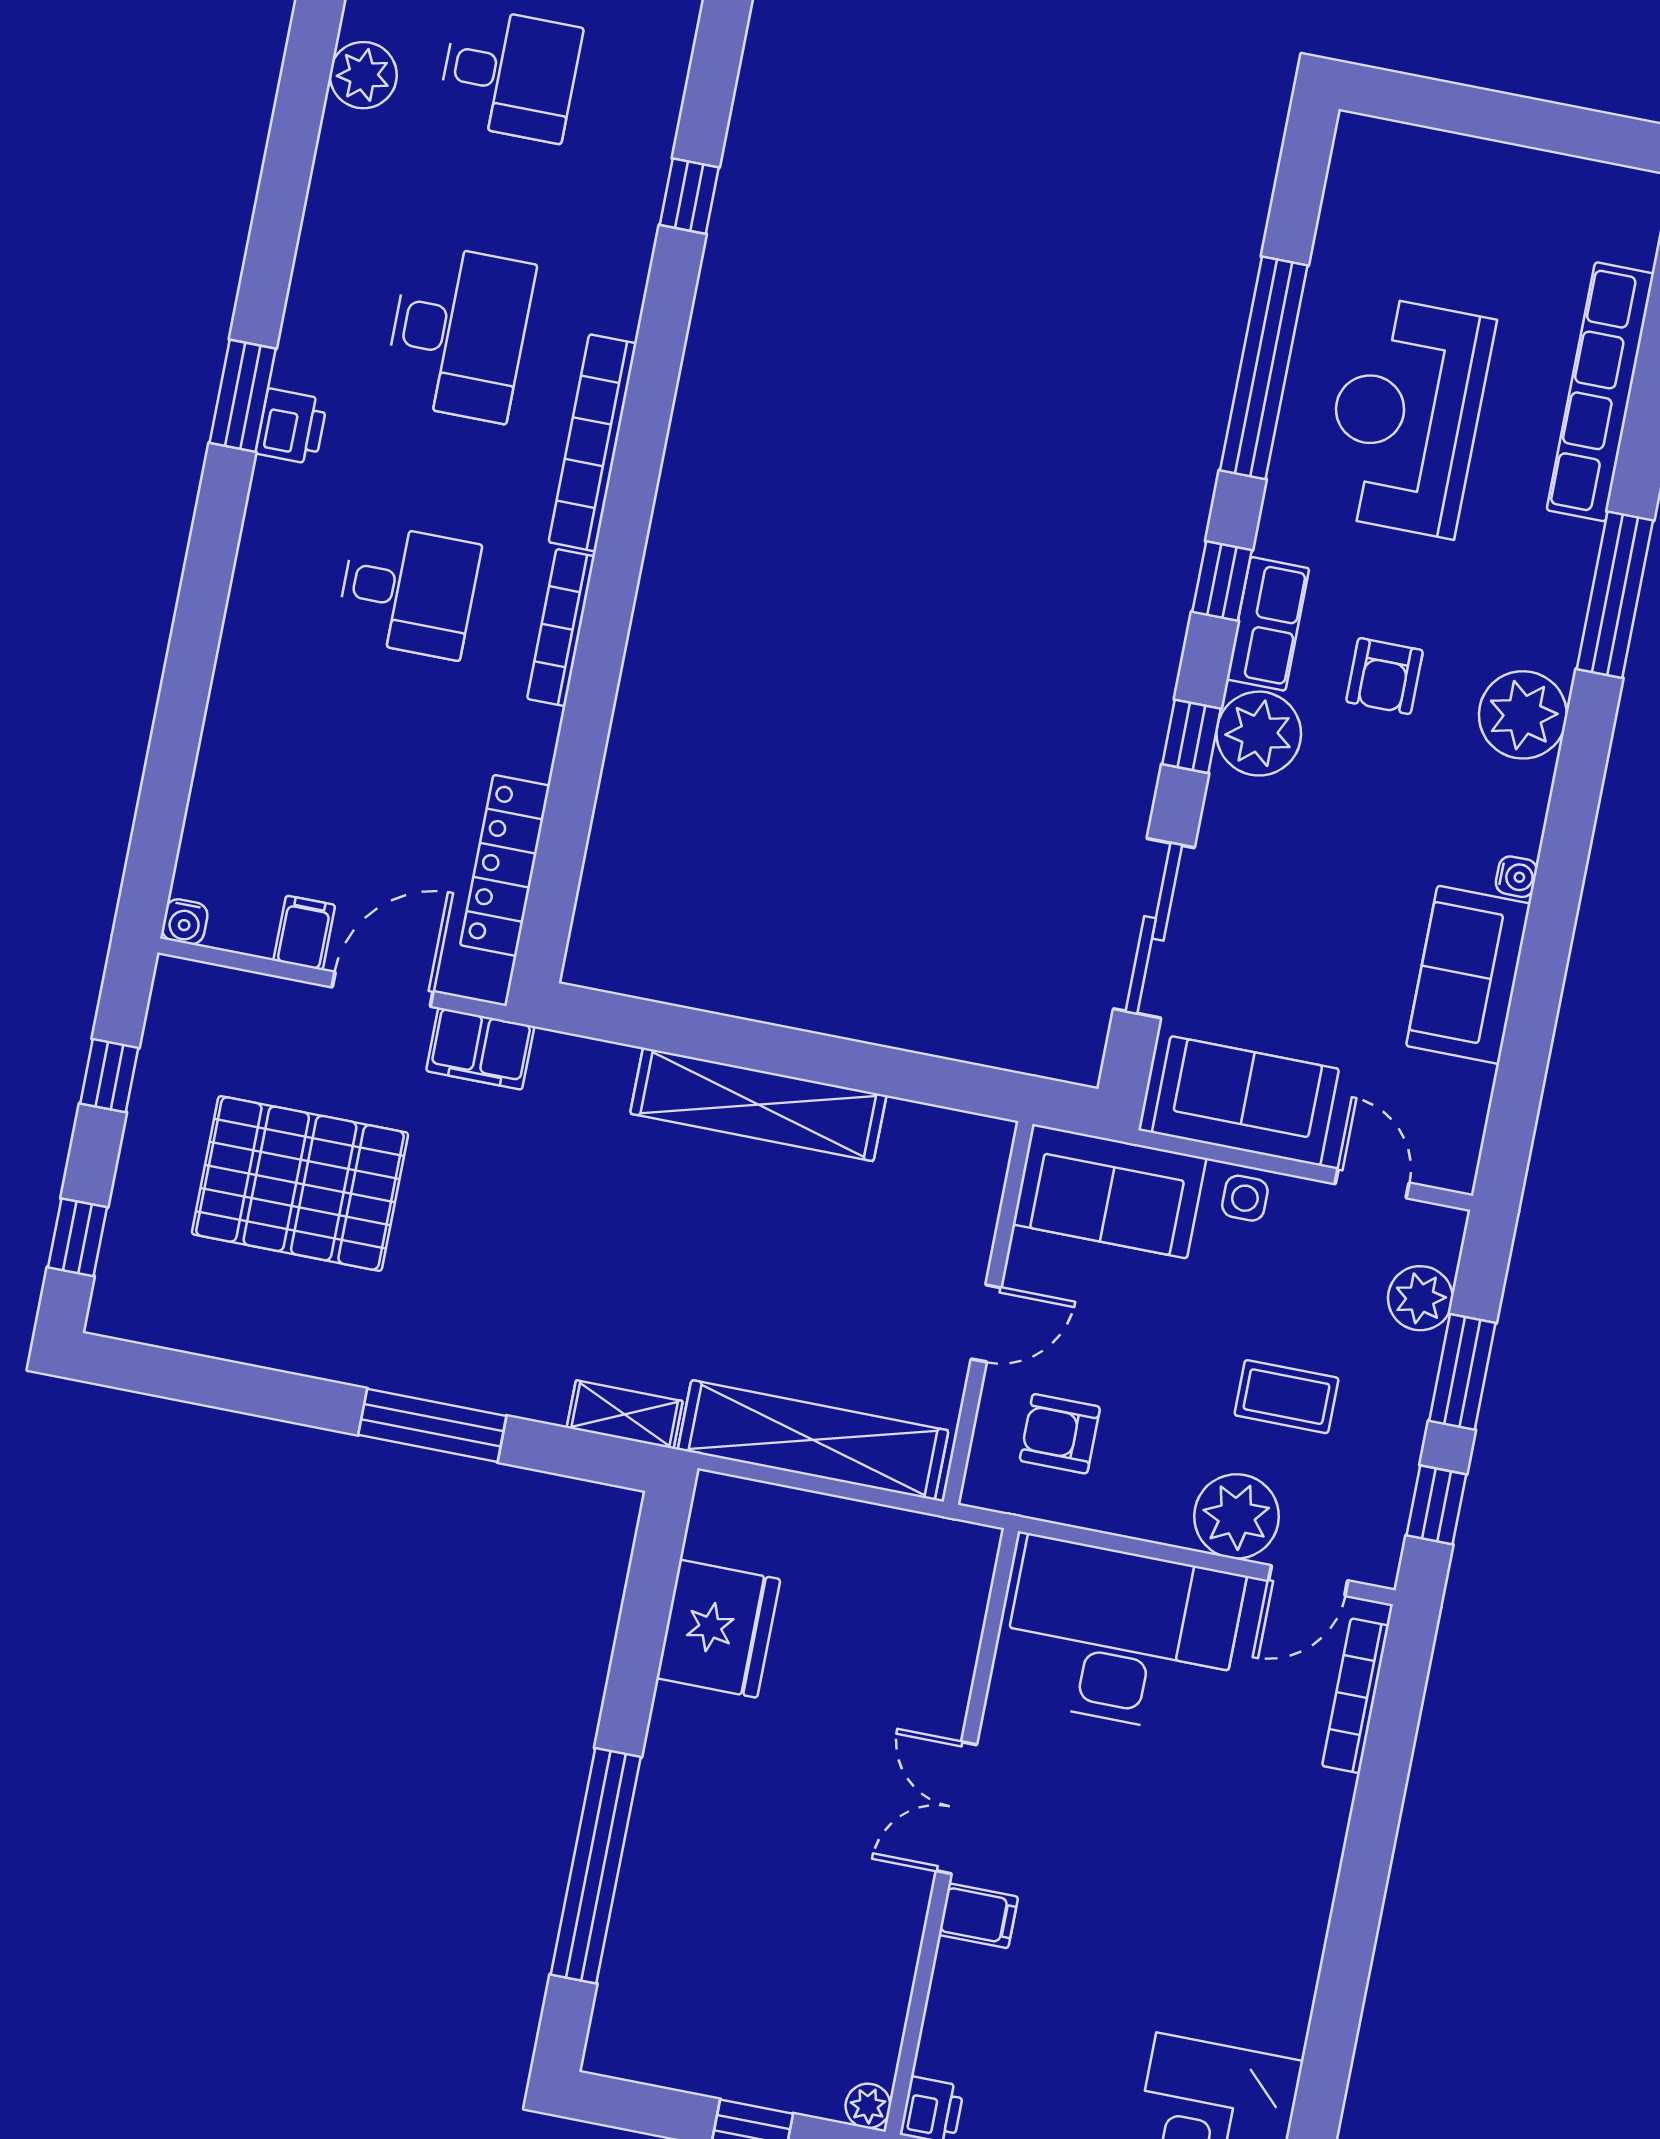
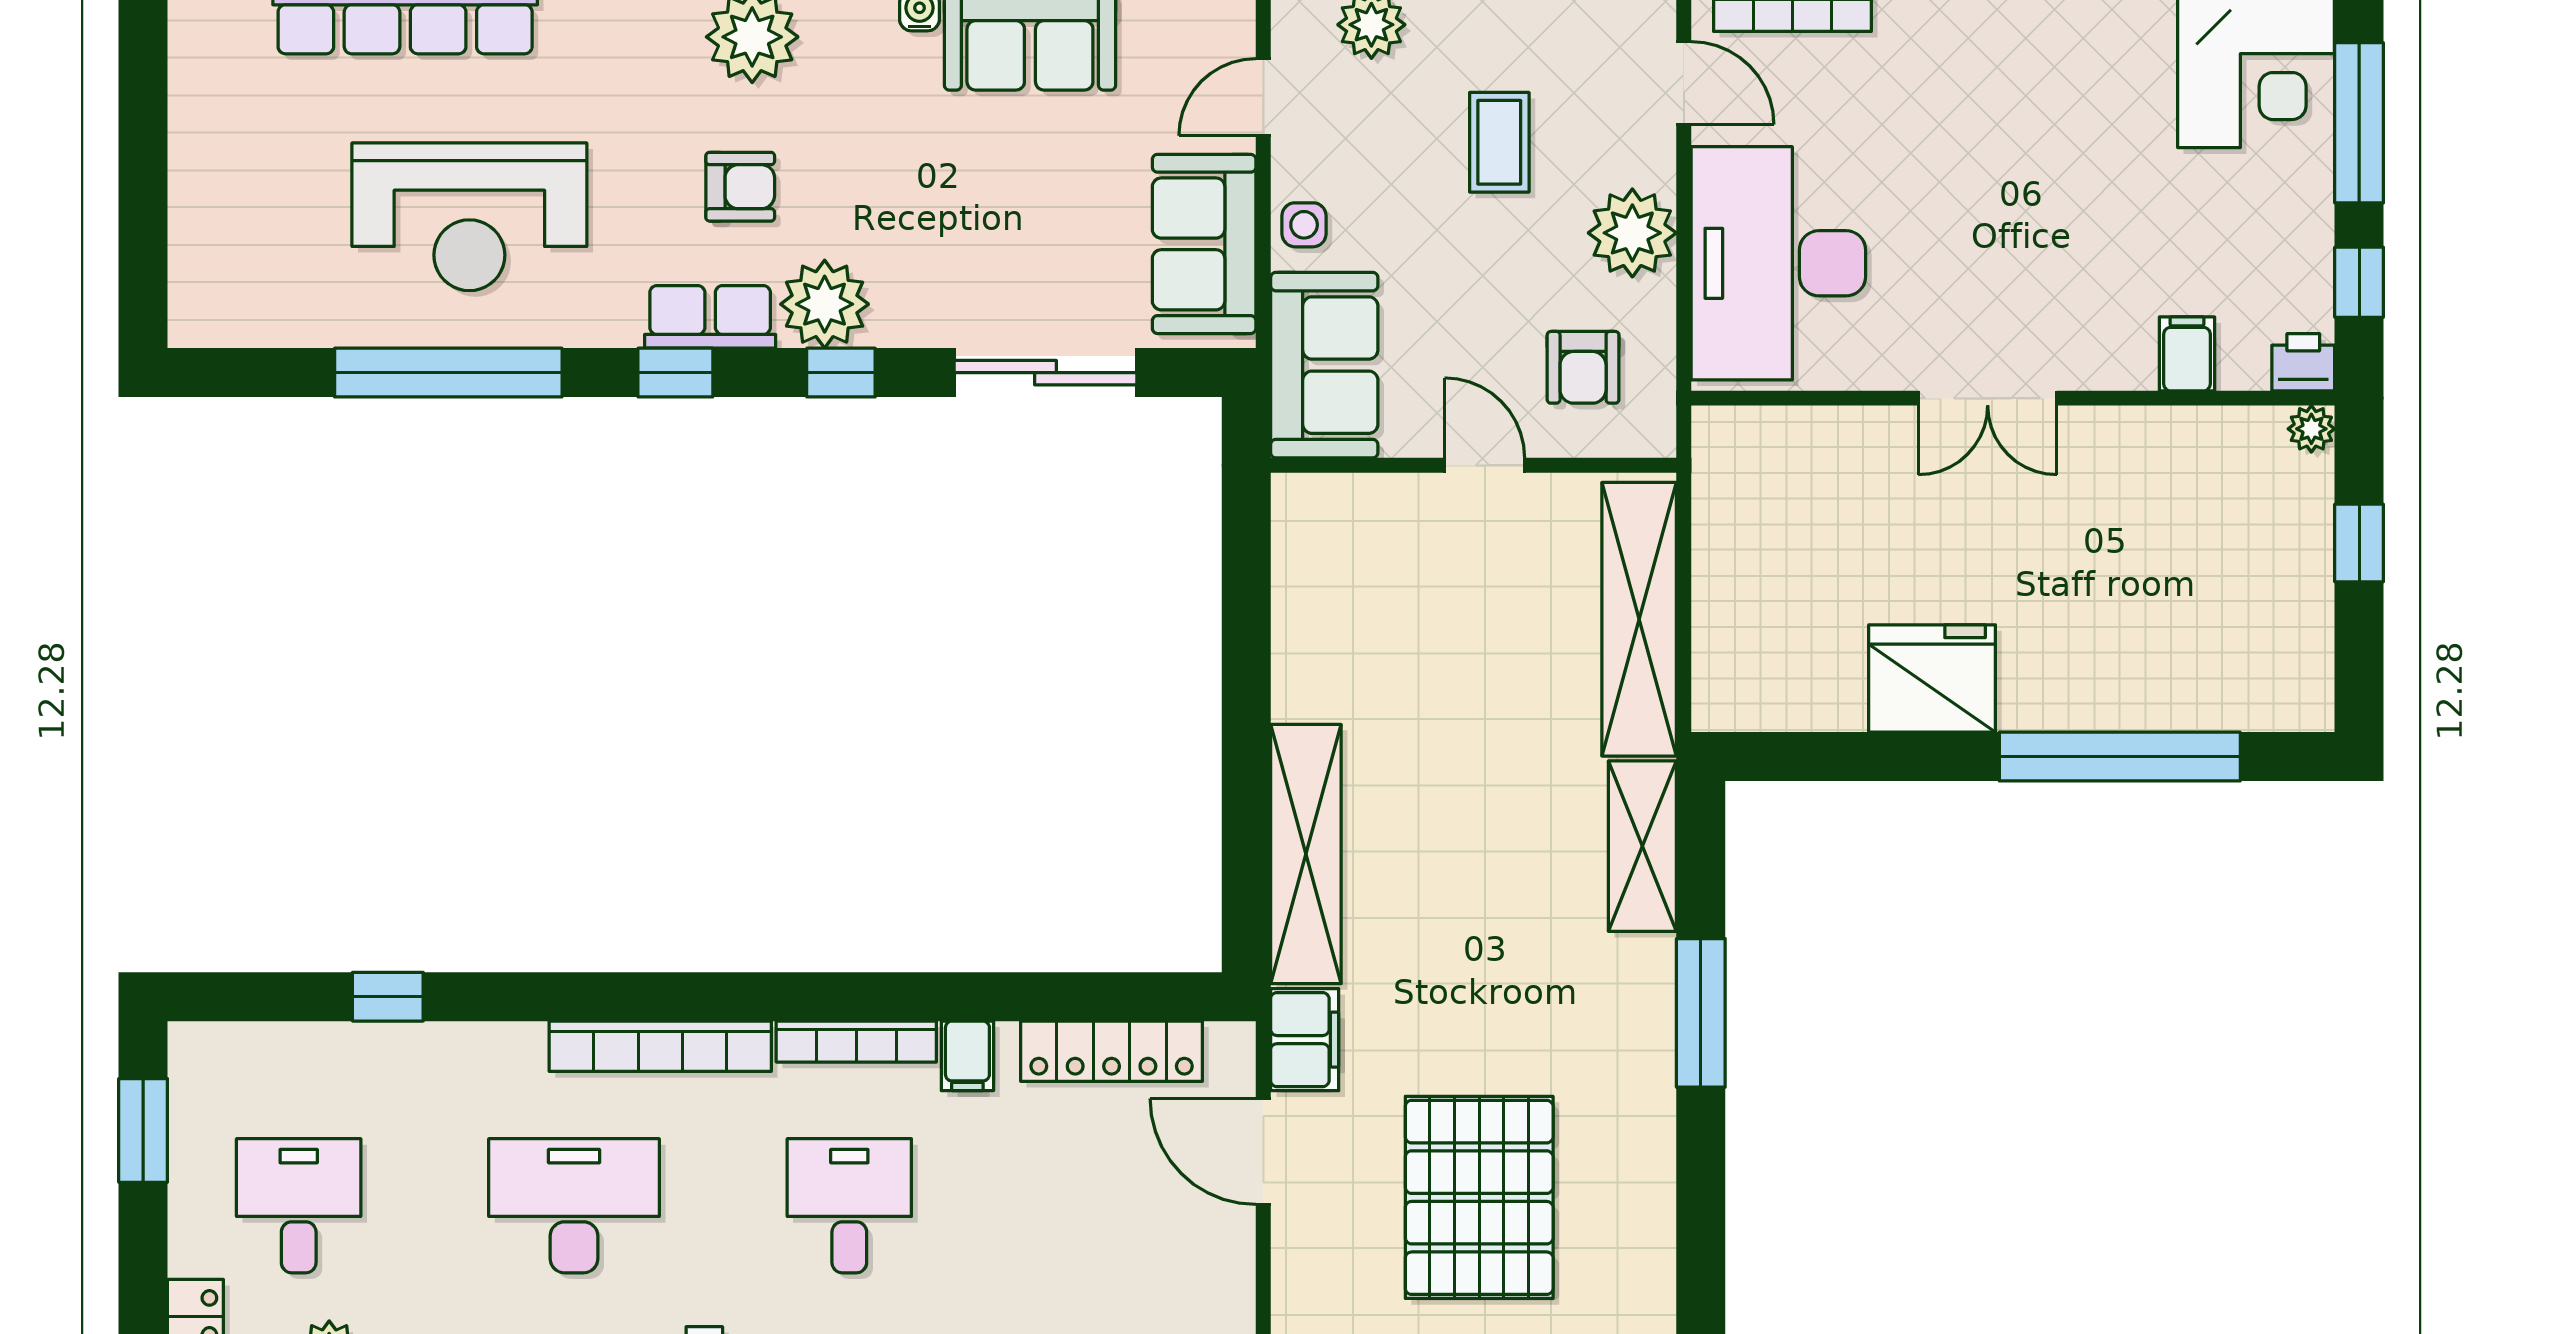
filing cabinet: (304, 933) -> (967, 1056), moved, turned -90
shelving: (758, 1104) -> (1306, 854), moved
shelving: (625, 1414) -> (1642, 846), width x1.50, depth x1.33
plant: (1236, 1516) -> (1632, 233), moved
fridge: (718, 1629) -> (1932, 678), moved
filing cabinet: (978, 1916) -> (2187, 354), moved

